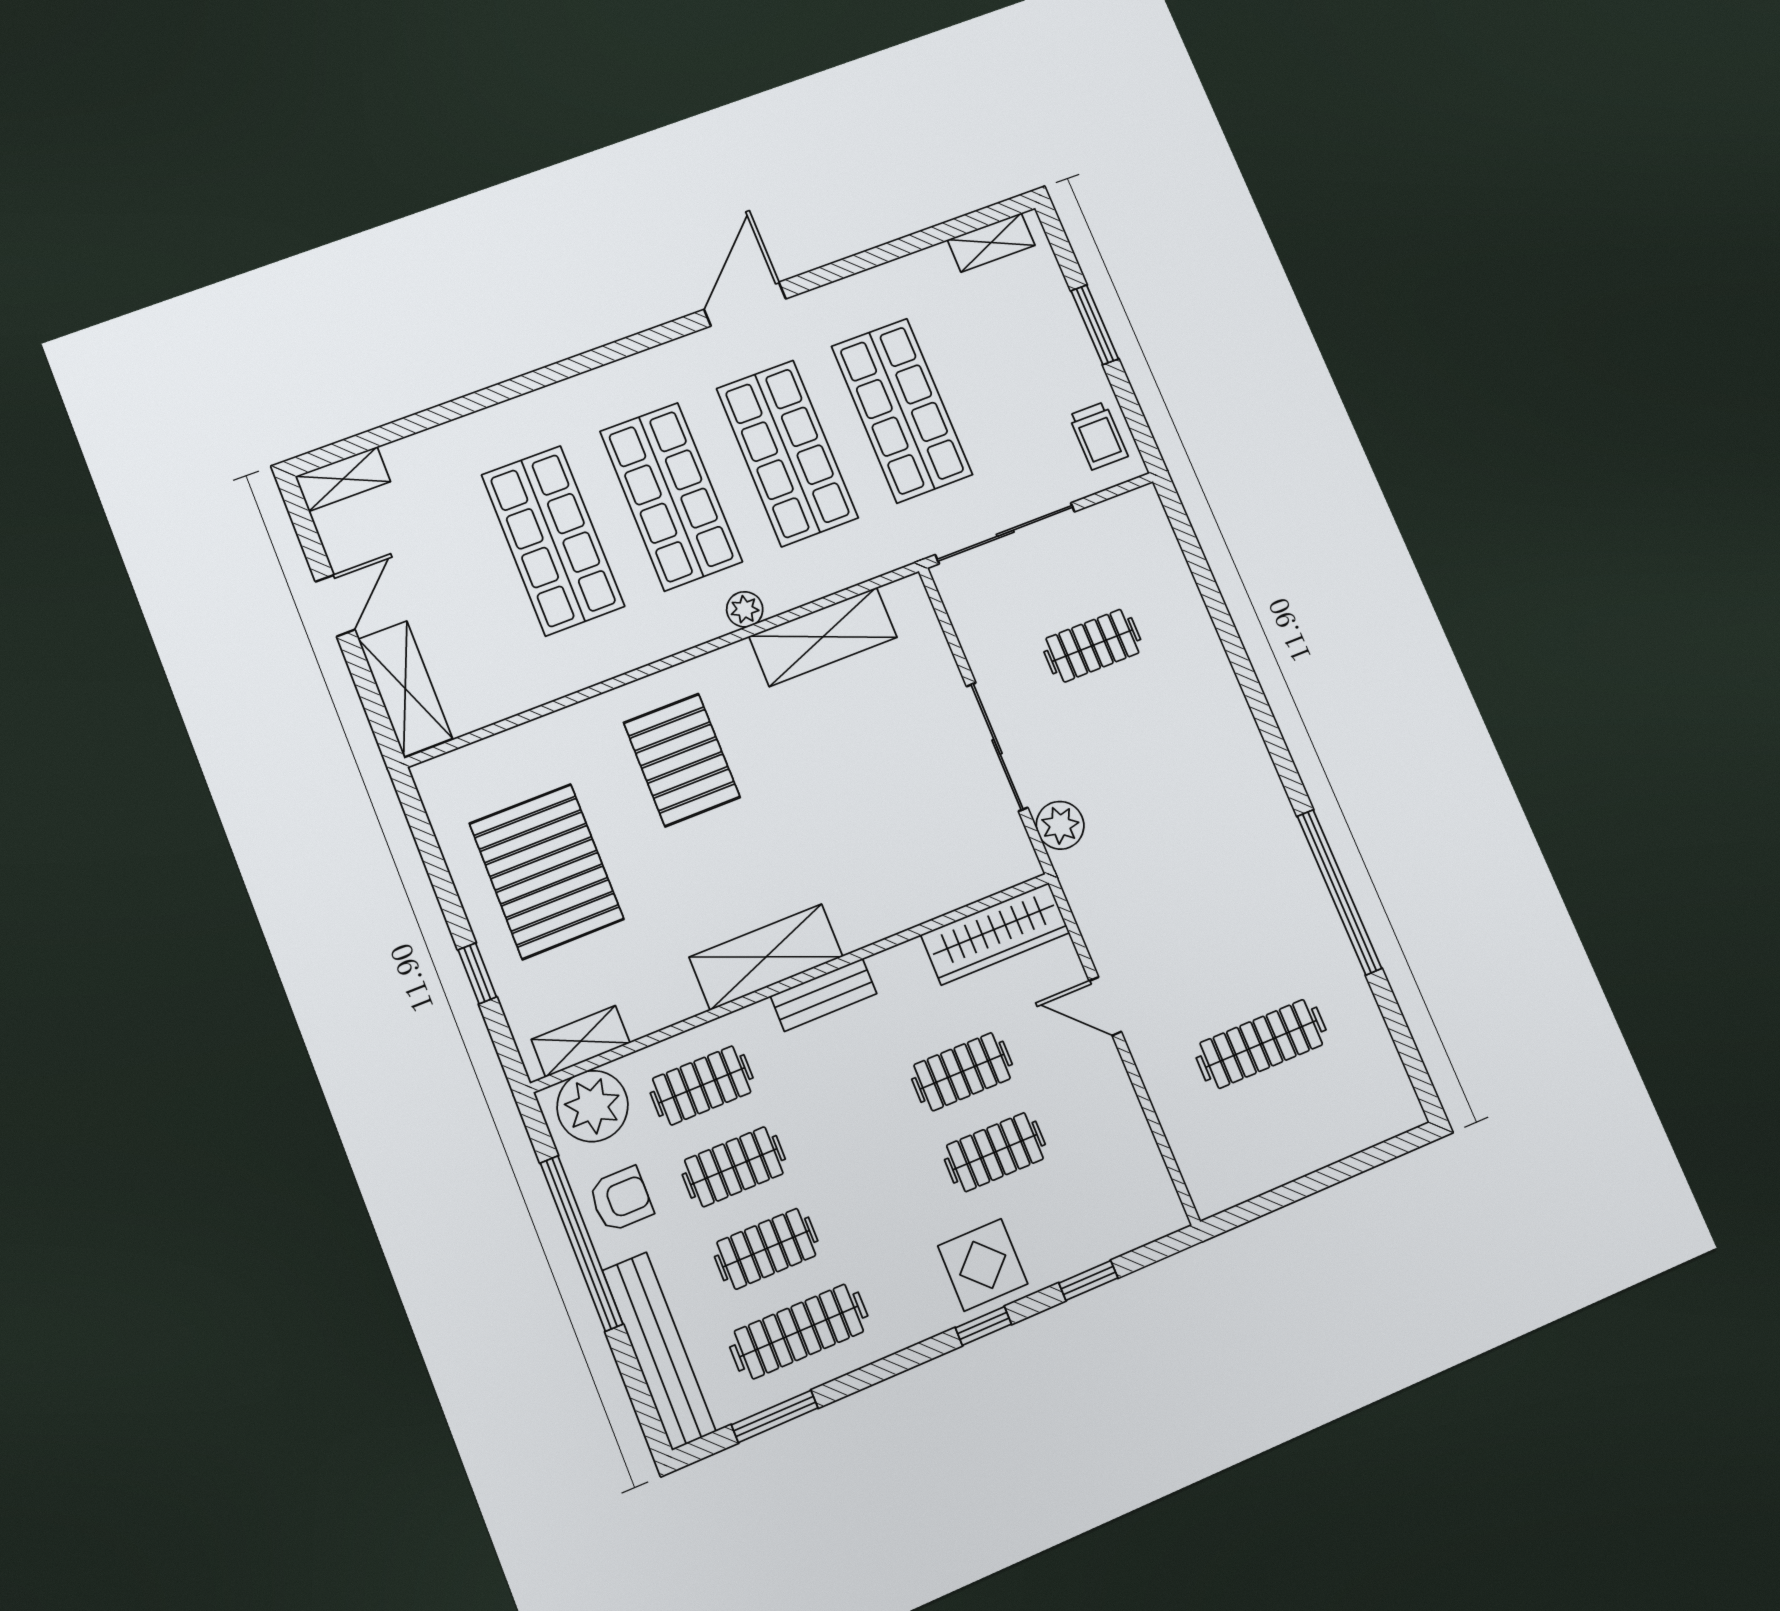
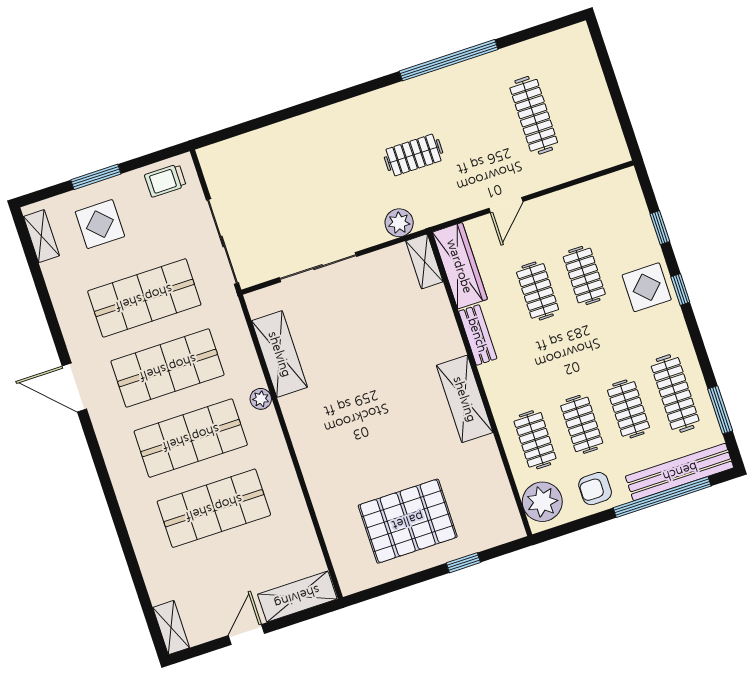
display table: (1018, 334) -> (100, 224), added
trolley: (1098, 436) -> (165, 180), turned 180
door: (335, 606) -> (246, 635), hinge flipped
clothes rail: (1092, 646) -> (414, 155), moved, turned 90
sliding door: (997, 747) -> (318, 267), moved
pallet: (682, 760) -> (348, 441), removed
bench: (824, 995) -> (478, 335), moved
shelving: (581, 1041) -> (424, 261), moved
armchair: (621, 1199) -> (595, 489), turned -90
window: (582, 1243) -> (662, 497), moved

